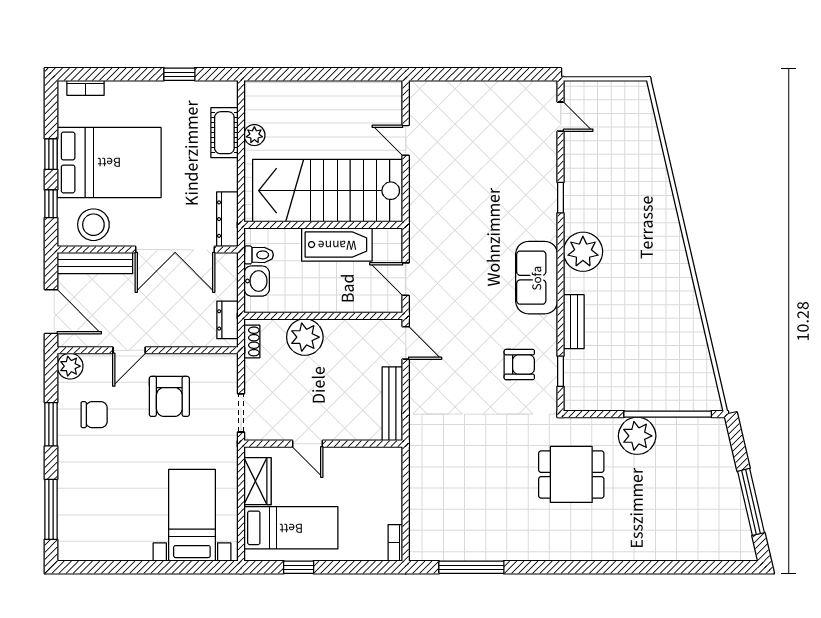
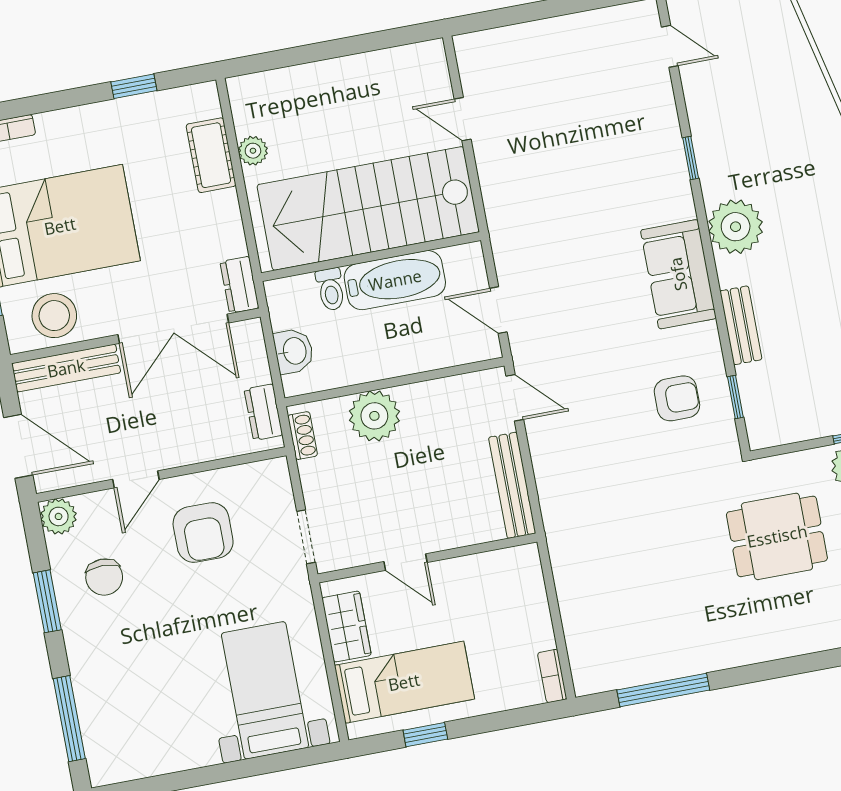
dresser: (227, 219) -> (239, 285), width x0.70
toilet: (259, 255) -> (331, 289), moved, turned 90
chair: (94, 415) -> (104, 577), turned 90

